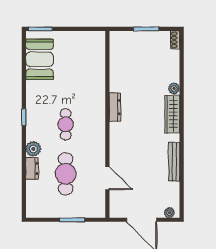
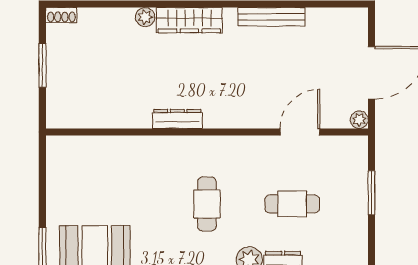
cafe table: (66, 124) -> (207, 204), turned 90
cafe table: (66, 174) -> (292, 204), width x0.73, depth x0.74
plant: (169, 213) -> (359, 120), moved

